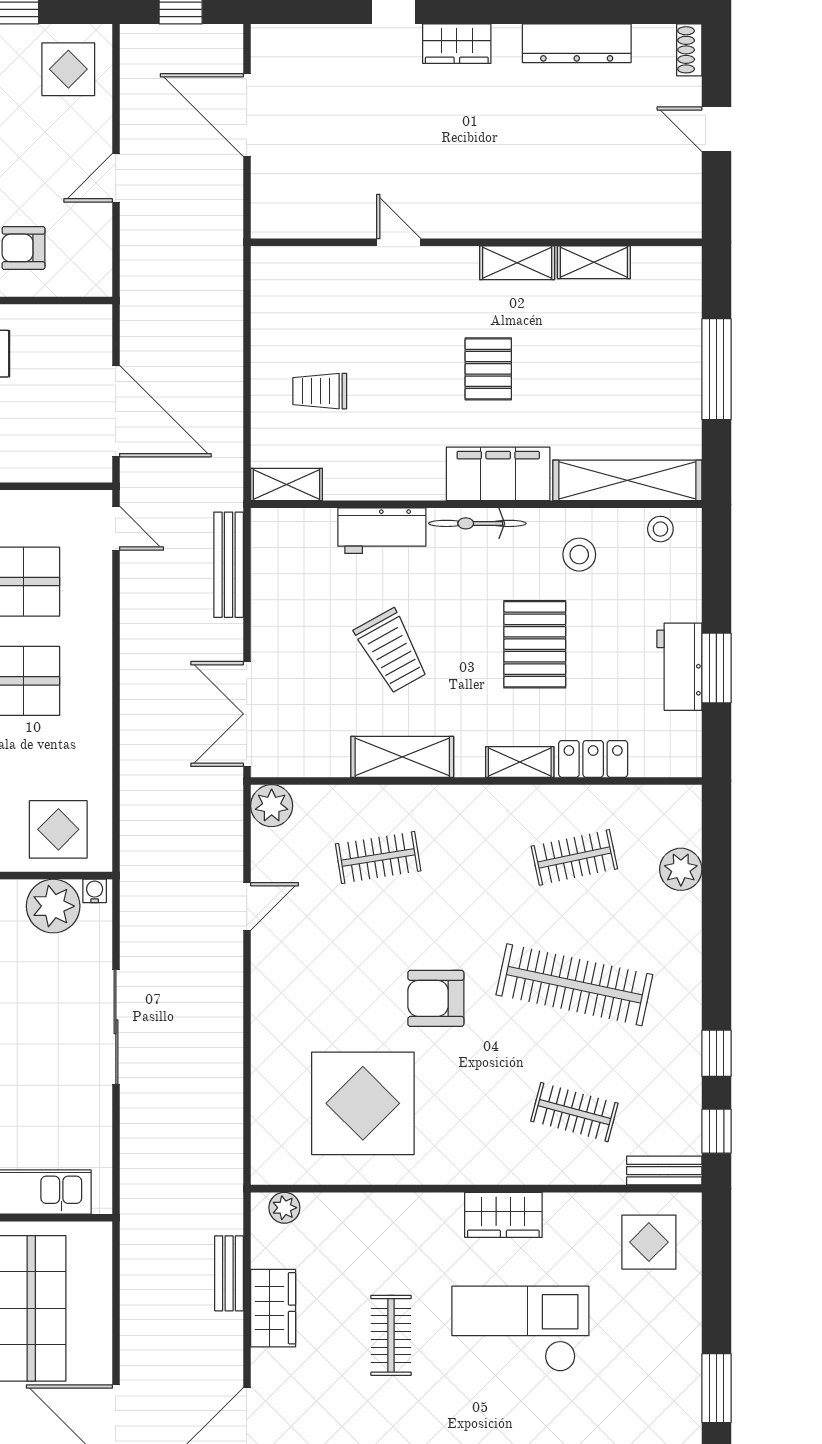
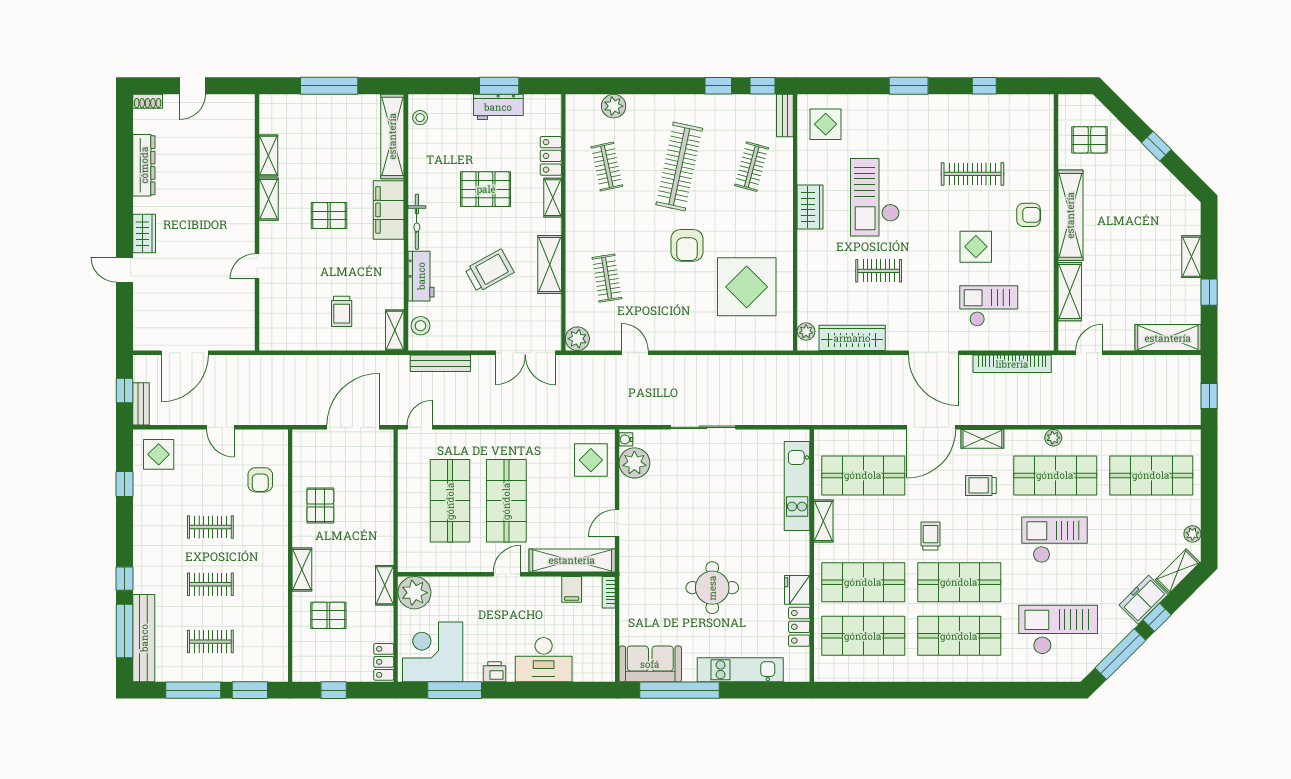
stool: (579, 555) -> (421, 326), moved
bench: (229, 1273) -> (141, 404), moved, turned 90
wardrobe: (273, 1308) -> (852, 338), width x1.50

